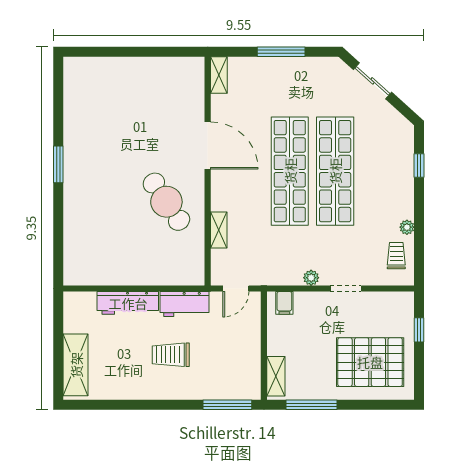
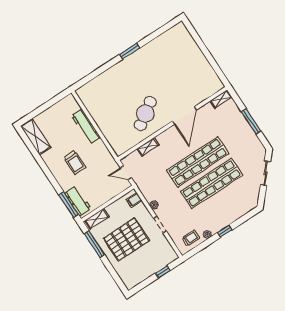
window: (419, 166) -> (225, 231), moved
workbench: (184, 304) -> (78, 201), moved, turned 180
trolley: (171, 355) -> (75, 163), turned 180
pallet: (370, 362) -> (126, 239), moved, turned 90
shelving: (76, 365) -> (36, 137), moved, turned 90

